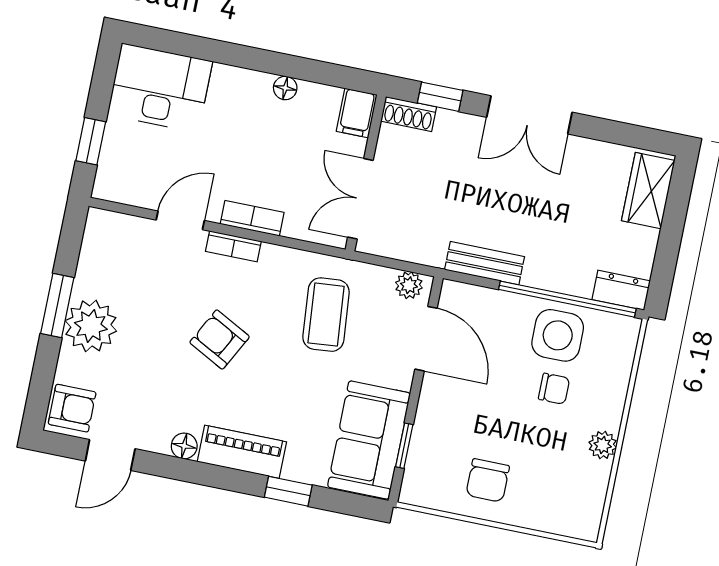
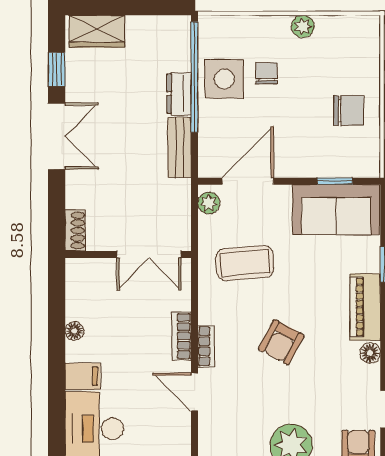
window: (440, 97) -> (57, 69), moved
filing cabinet: (357, 113) -> (83, 376), moved
dresser: (621, 290) -> (179, 94), moved

